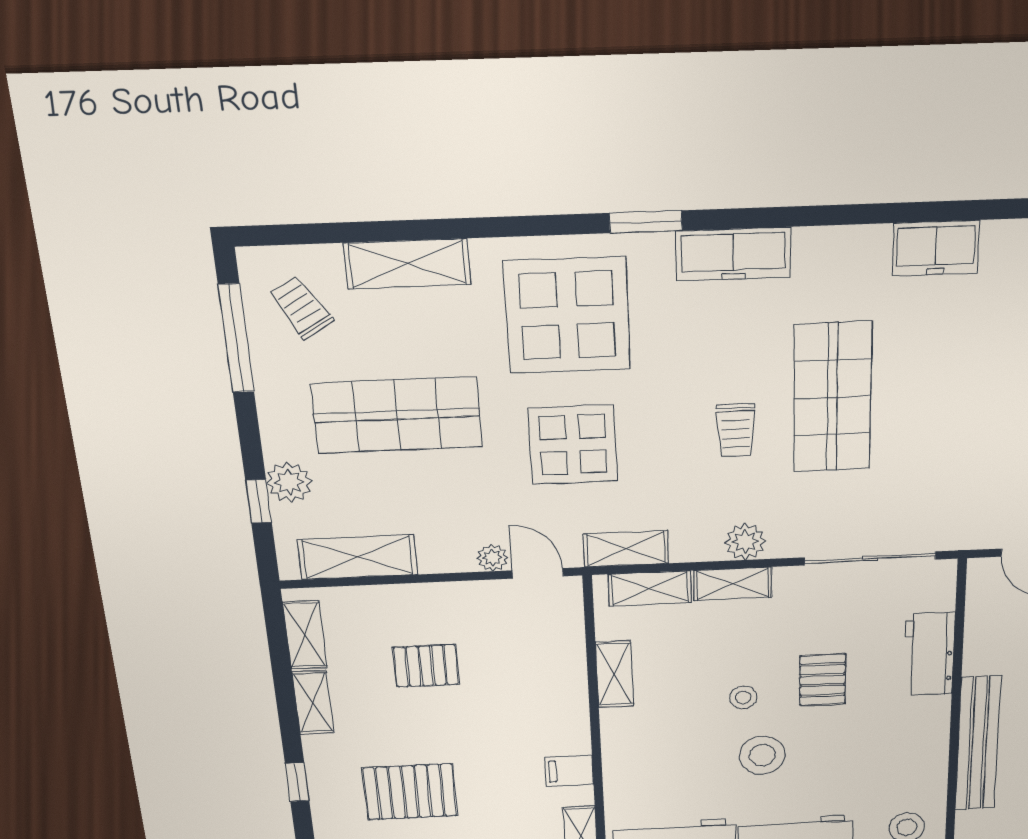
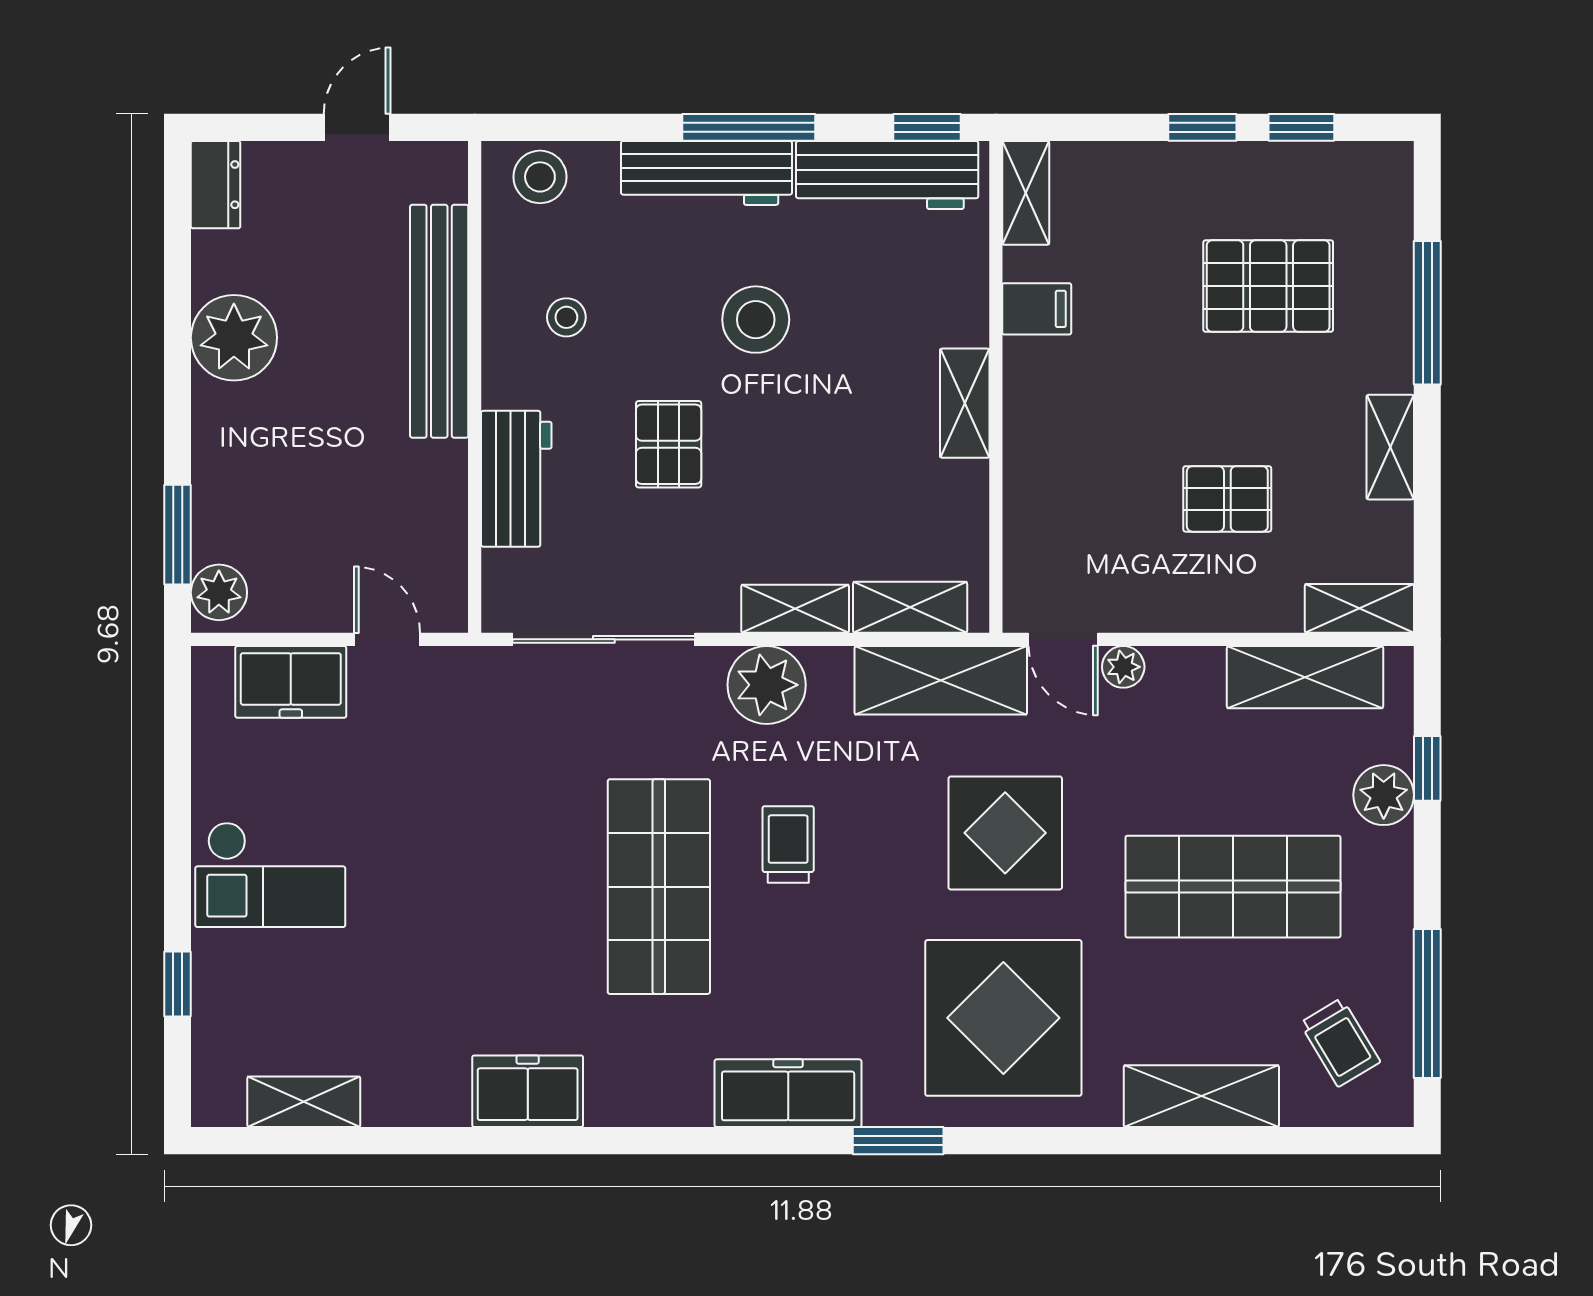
plant: (745, 542) -> (767, 685), width x1.36, depth x1.36
shelving: (626, 549) -> (941, 680), width x1.50, depth x1.33
shelving: (305, 635) -> (1359, 608), moved, turned 90
shelving: (614, 674) -> (965, 403), moved
stool: (743, 697) -> (566, 317), moved
window: (297, 782) -> (1427, 313), width x2.17

